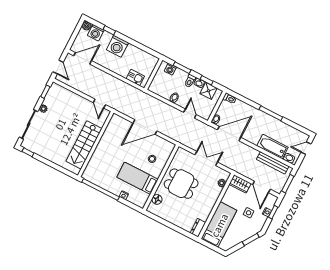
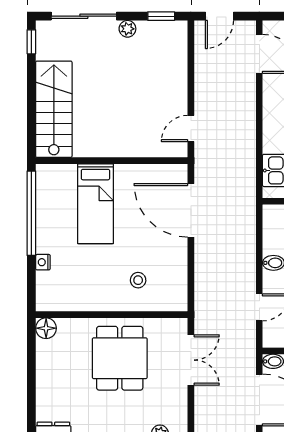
door: (145, 127) -> (191, 210), moved
stairs: (84, 145) -> (54, 109), moved, turned 90
double door: (206, 159) -> (191, 360), moved
bed: (138, 178) -> (95, 204), moved, turned 180
floor lamp: (157, 199) -> (46, 328), moved

